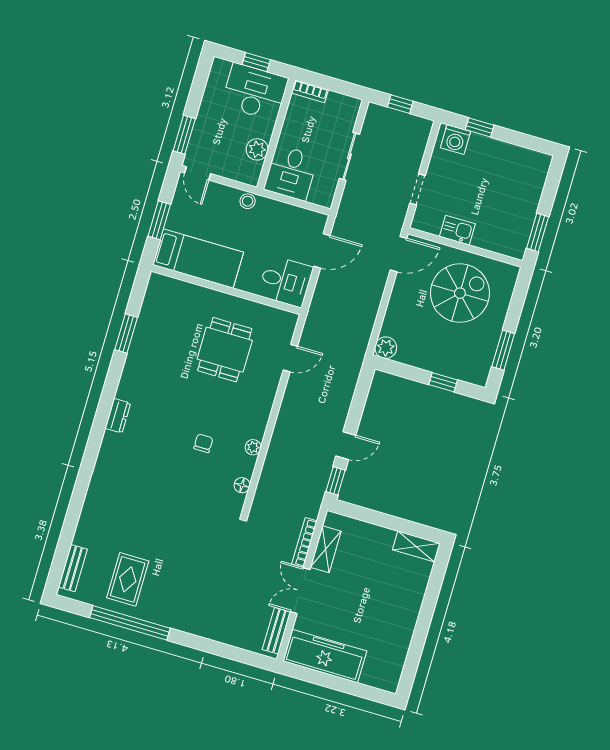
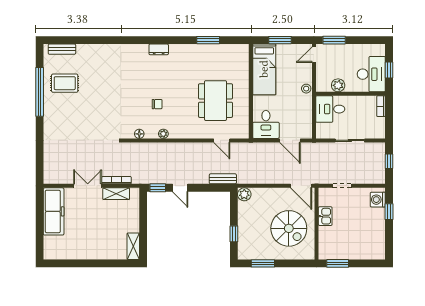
dining table: (225, 350) -> (216, 101), width x1.38
bench: (276, 631) -> (223, 179), moved

